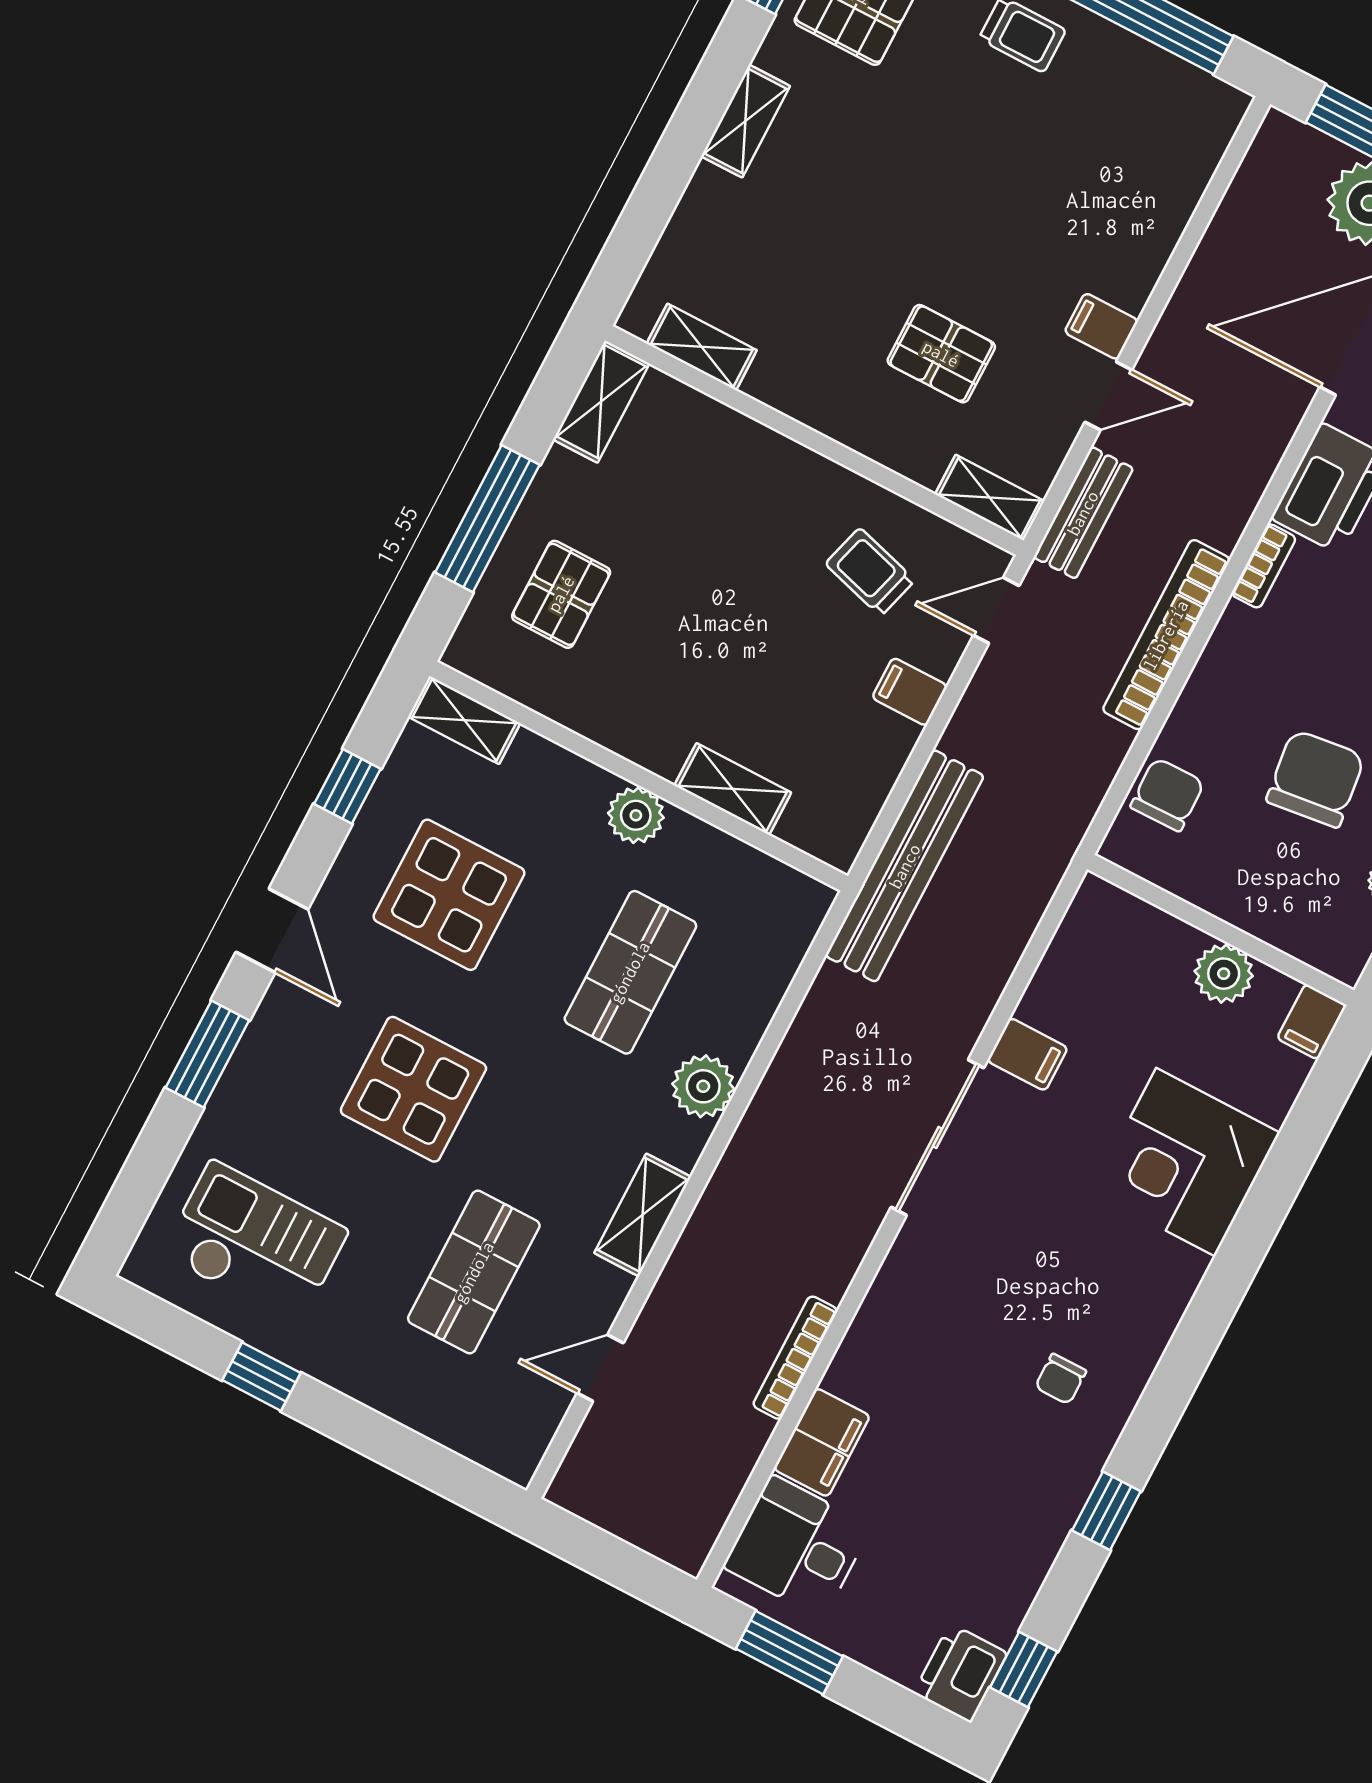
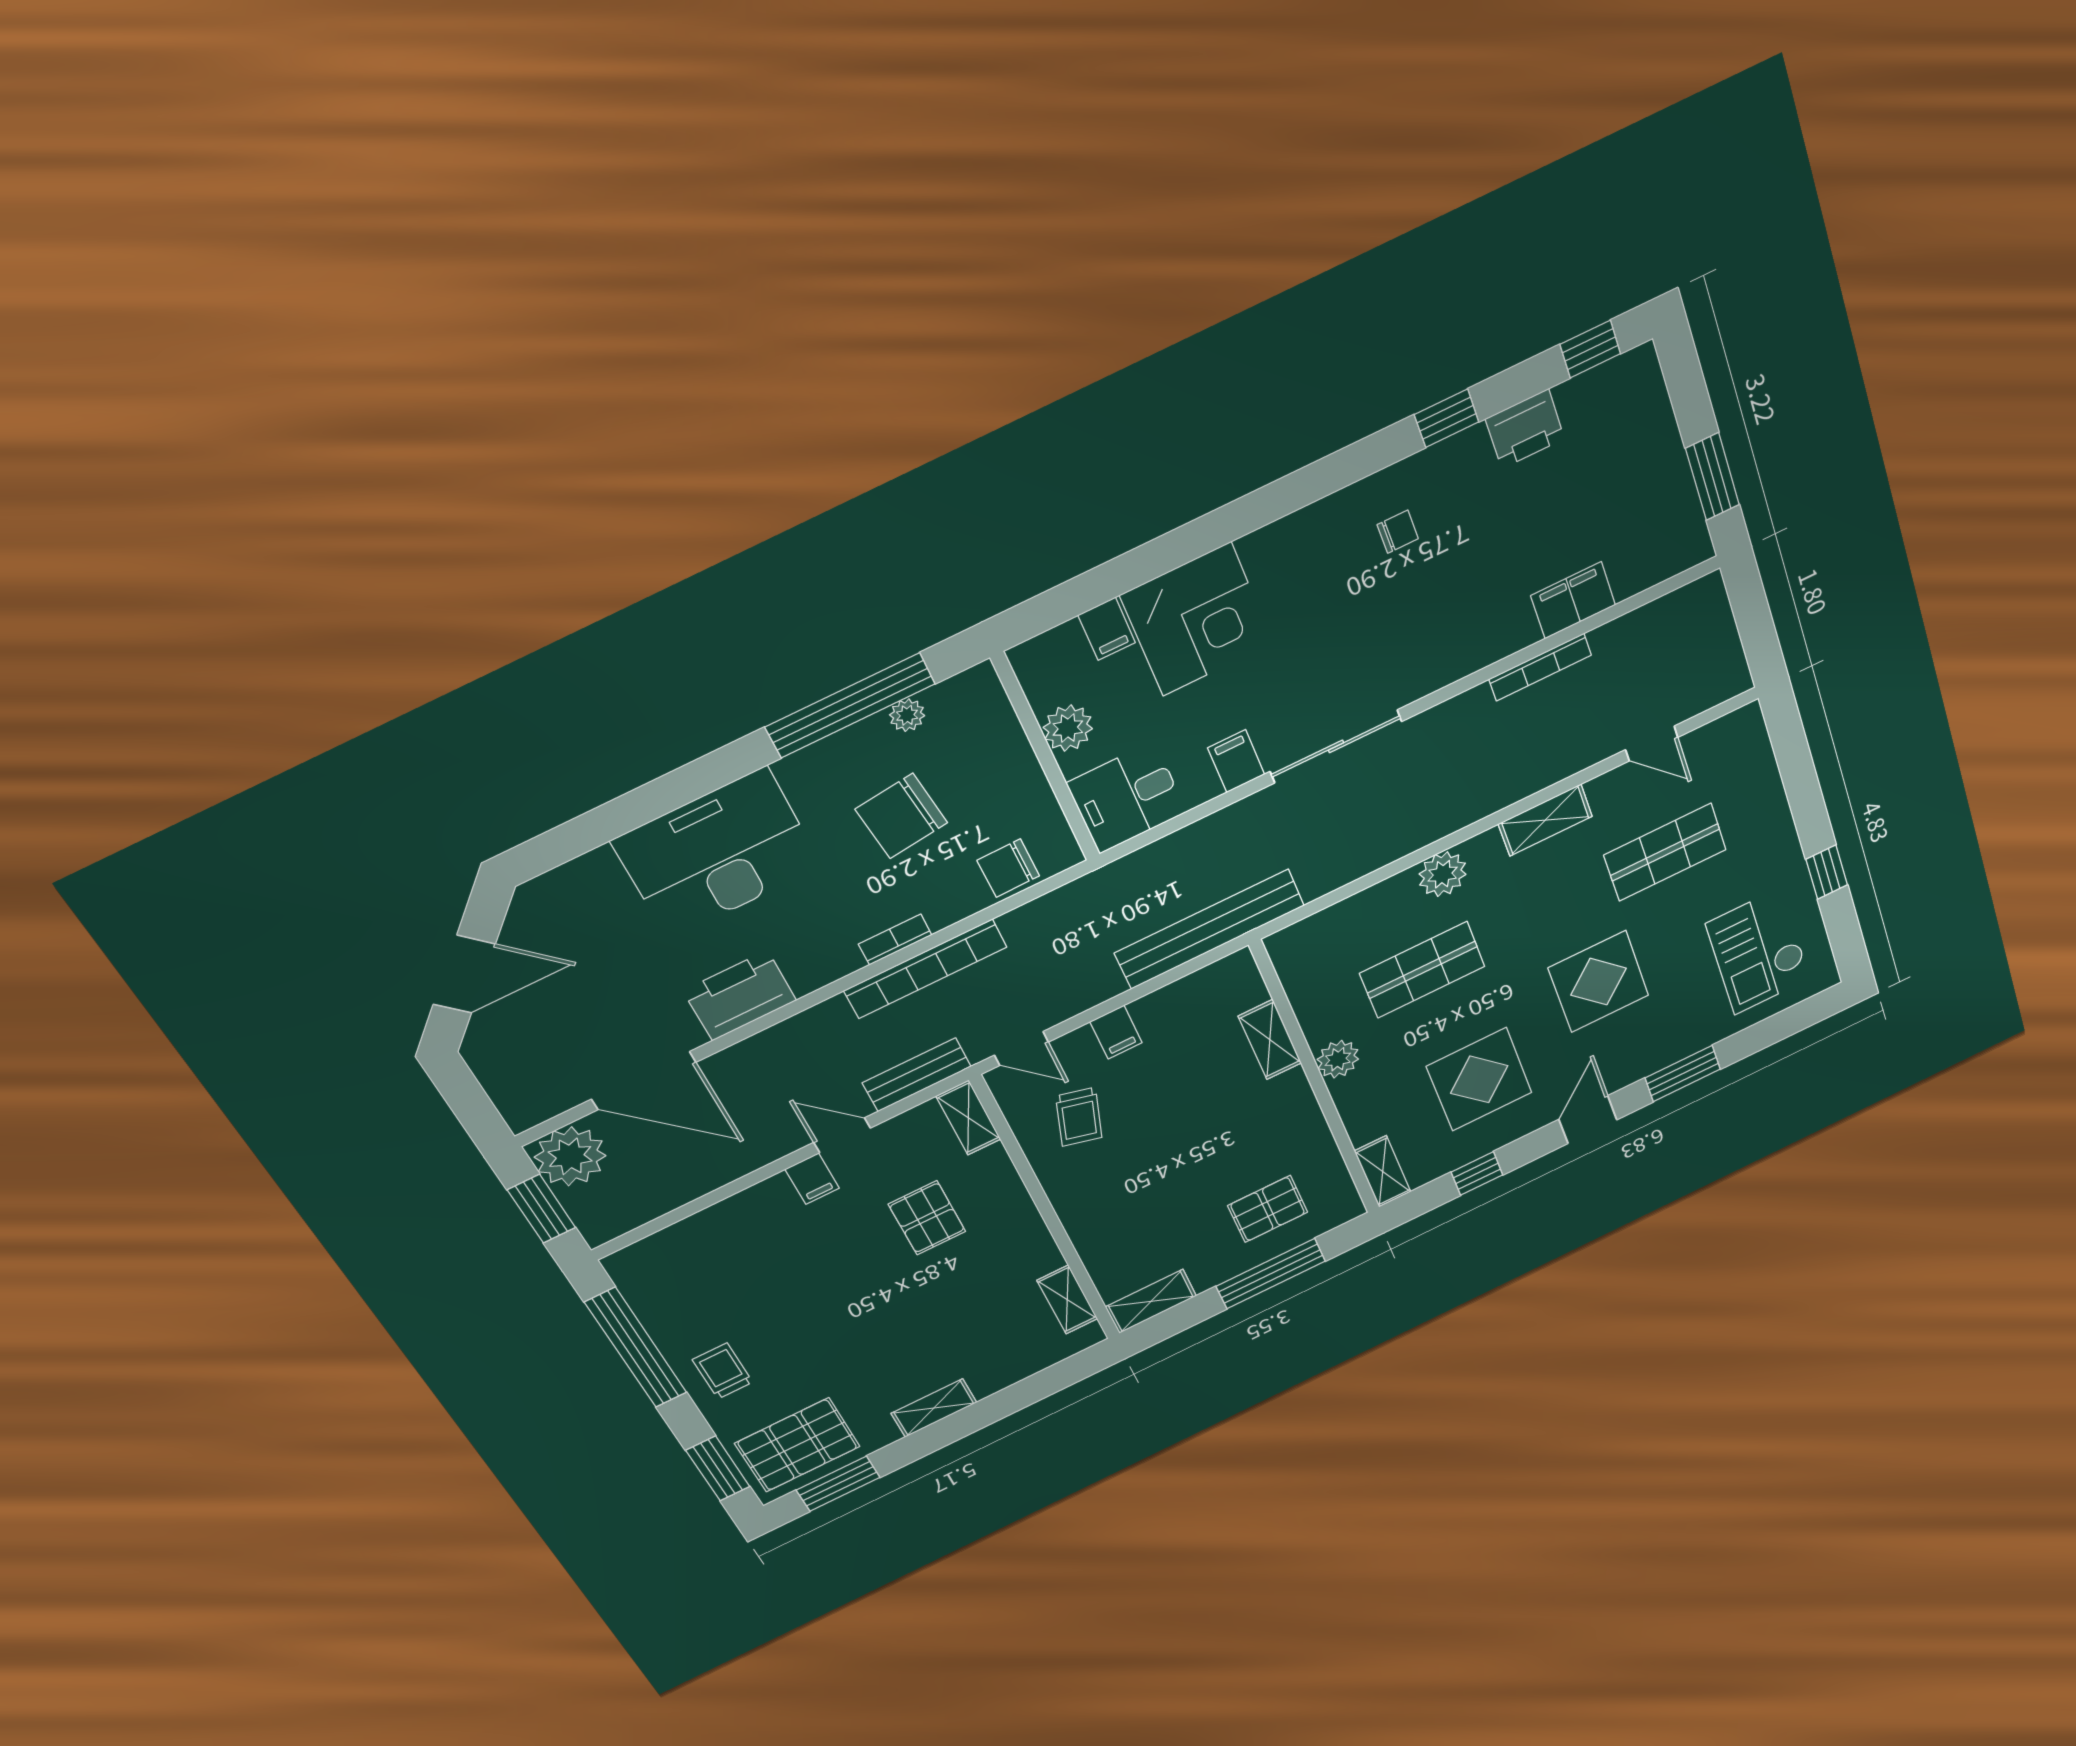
bookcase: (1264, 566) -> (895, 940), moved
filing cabinet: (1312, 1022) -> (1107, 629), moved, turned 90
desk: (797, 1547) -> (1127, 798), moved, turned 90
printer: (960, 1673) -> (1525, 429), moved

